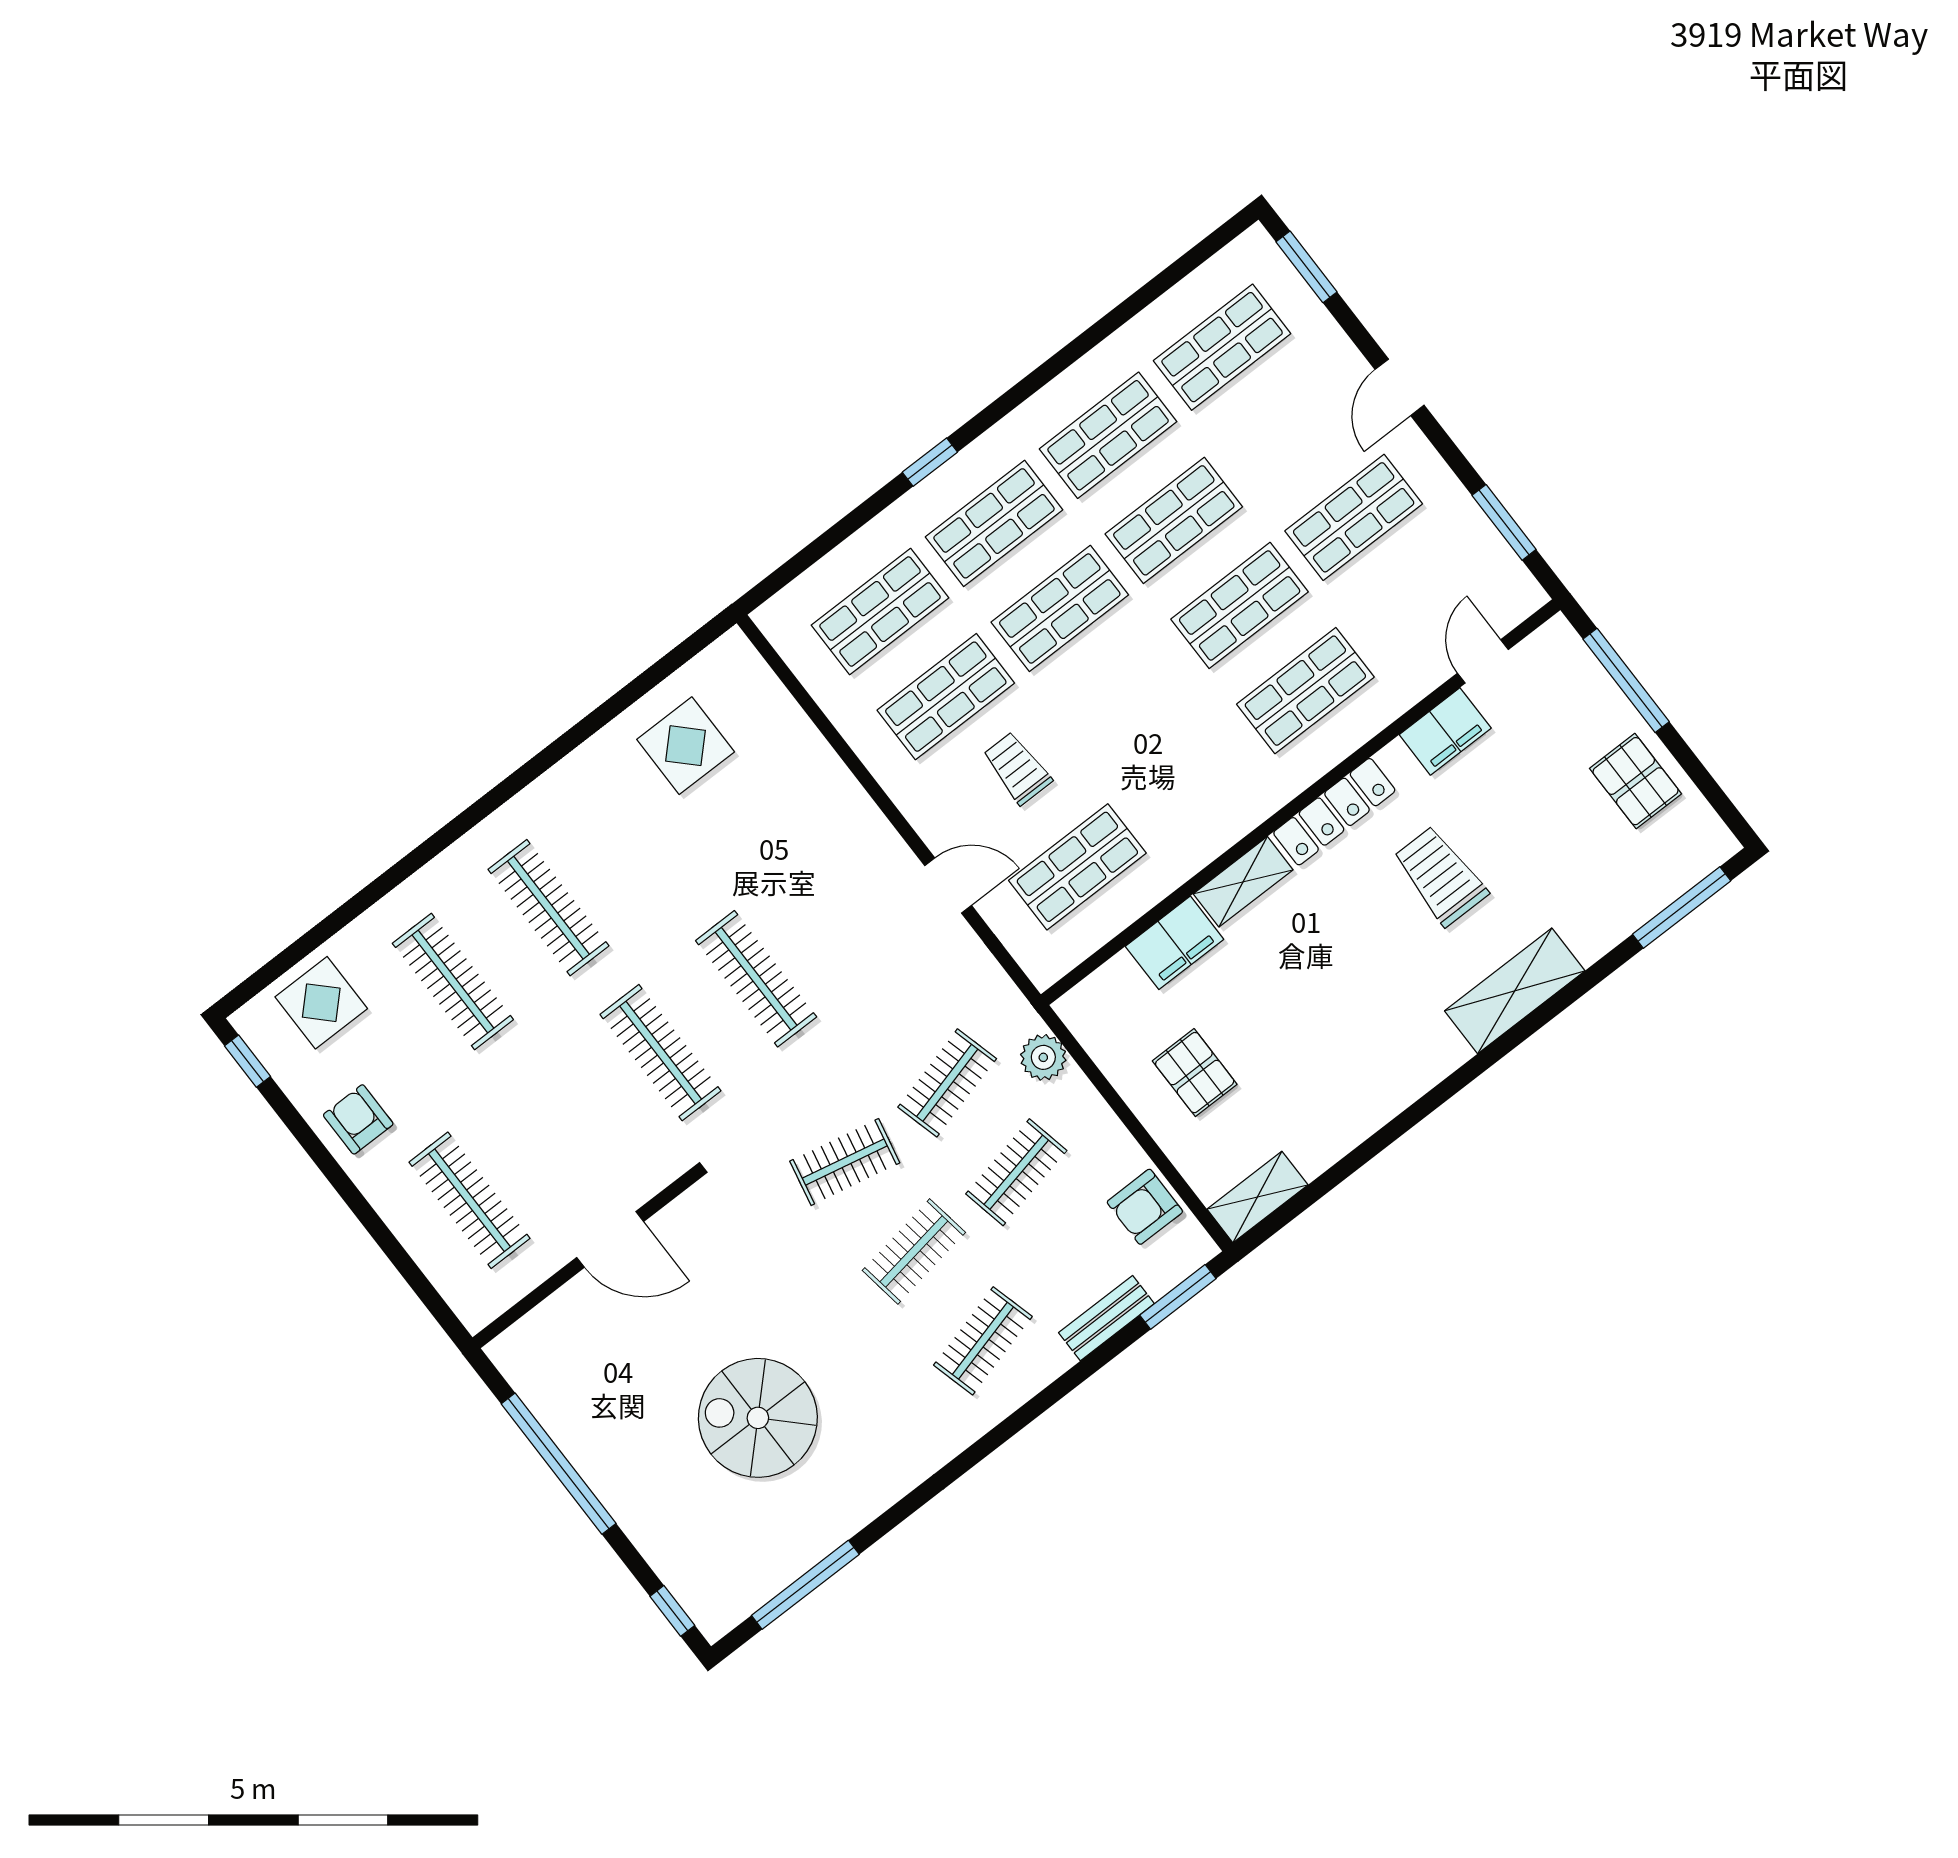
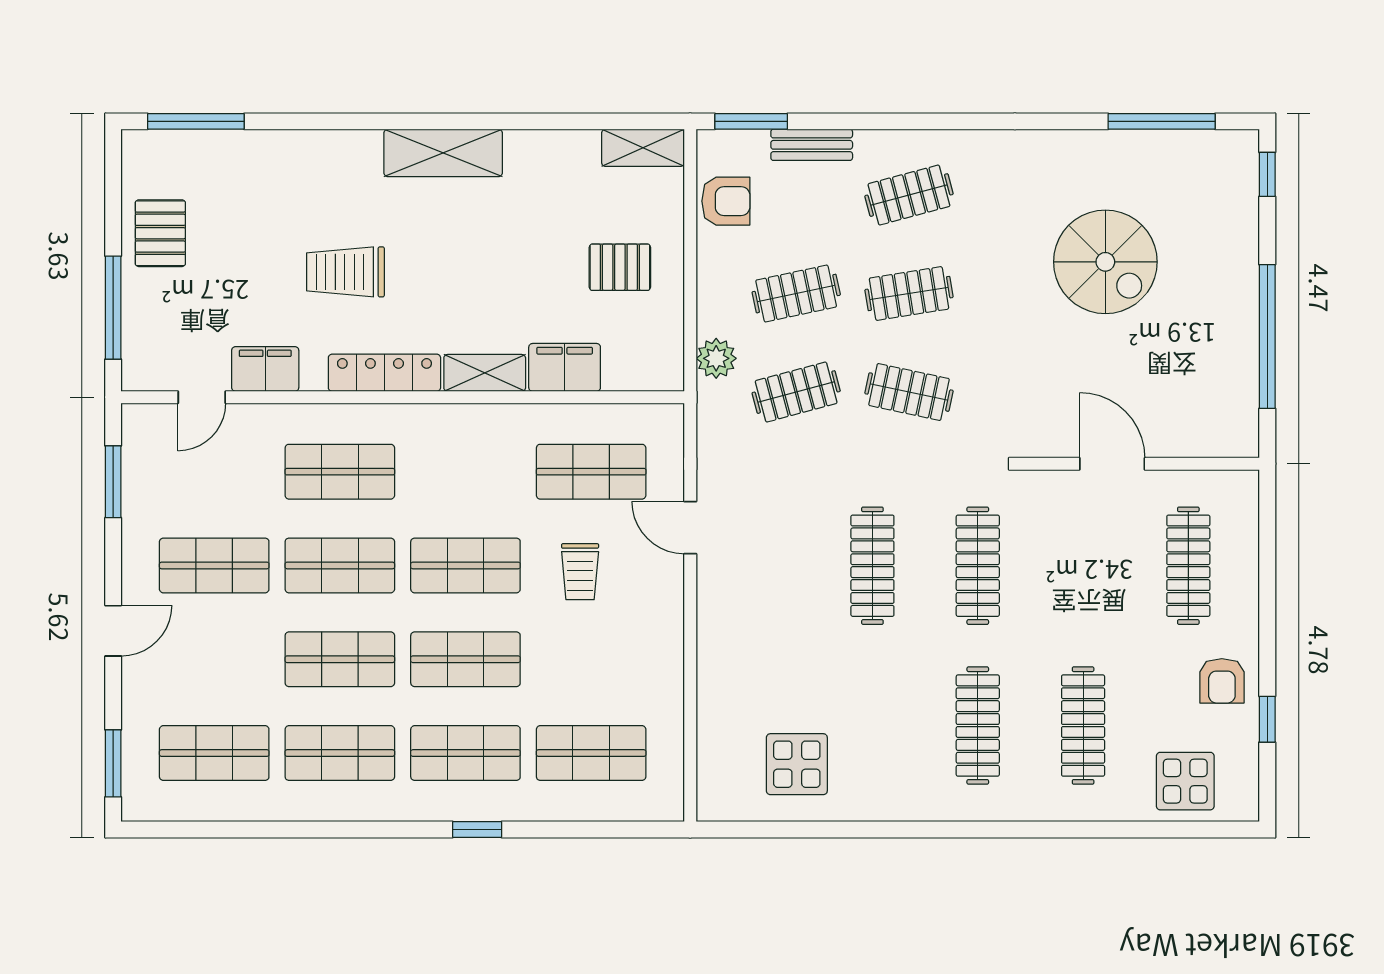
shop shelf: (946, 697) -> (465, 565), moved
trolley: (1440, 876) -> (346, 272), turned 90
shelving: (1515, 991) -> (443, 153), moved
window: (248, 1061) -> (1267, 719), moved
pallet: (1195, 1073) -> (620, 267), turned 90

